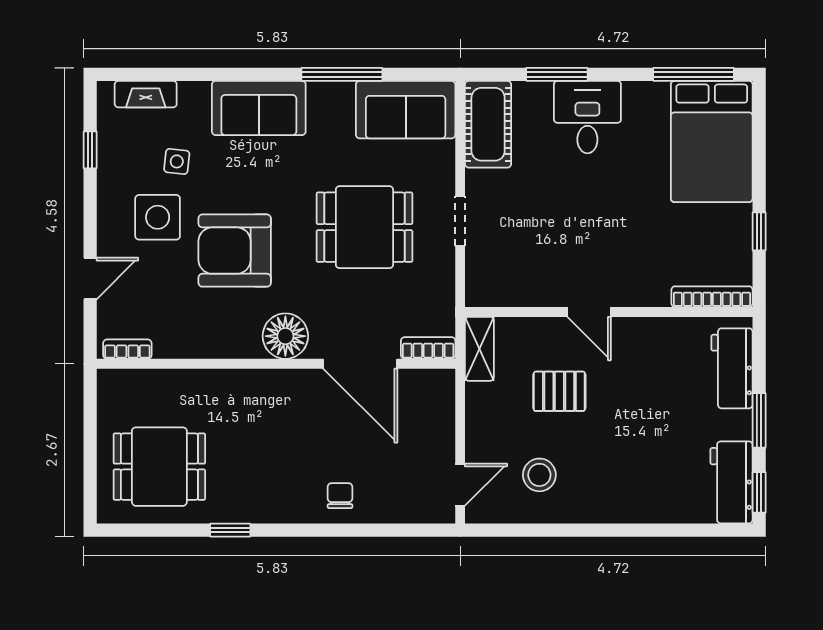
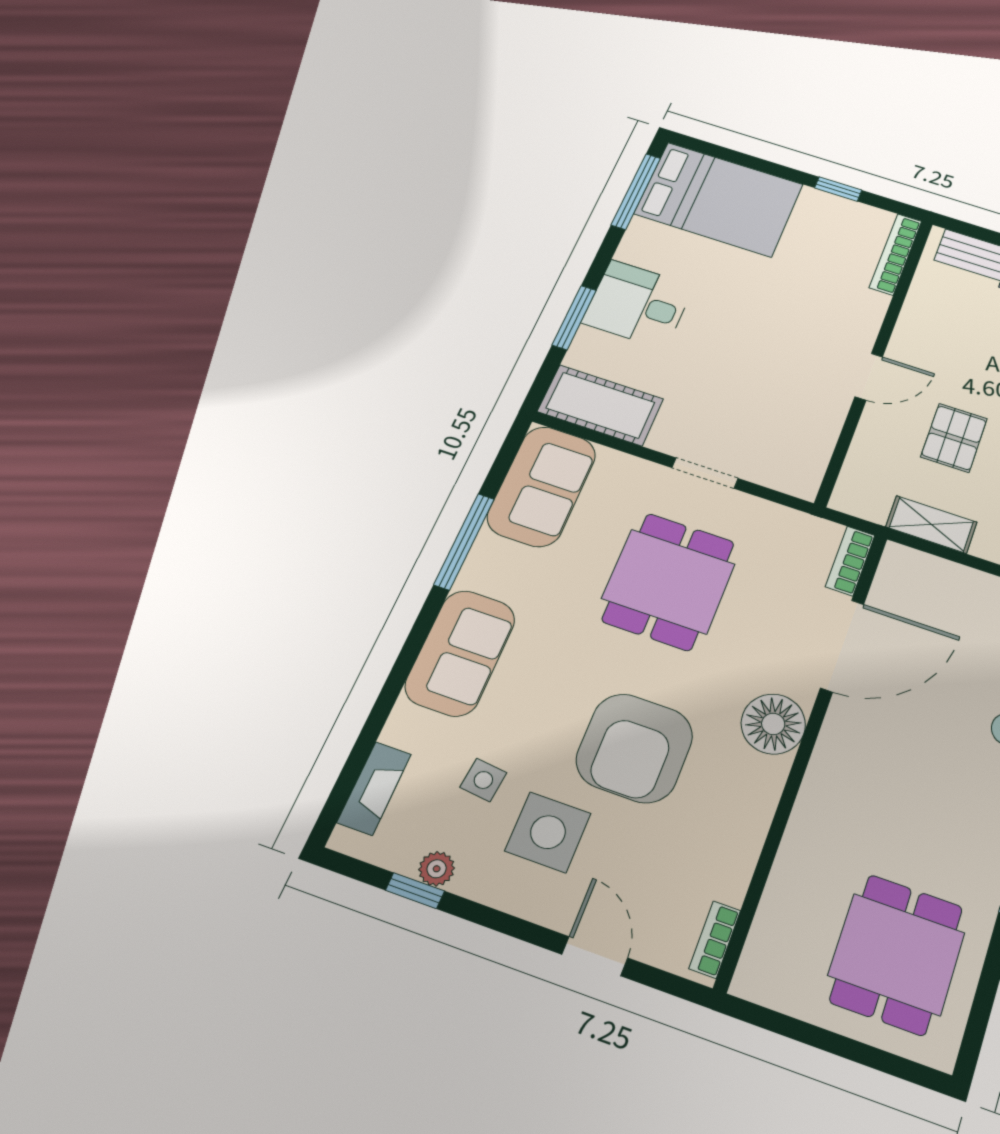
plant: (109, 157) -> (437, 869), added
shelving: (479, 349) -> (931, 525), moved

